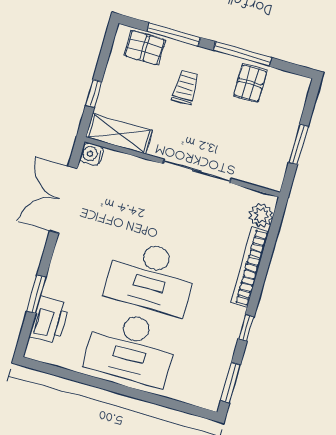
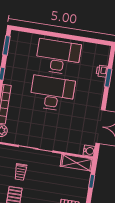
trolley: (185, 87) -> (21, 172), moved
printer: (49, 320) -> (102, 71), width x0.53, depth x0.68

